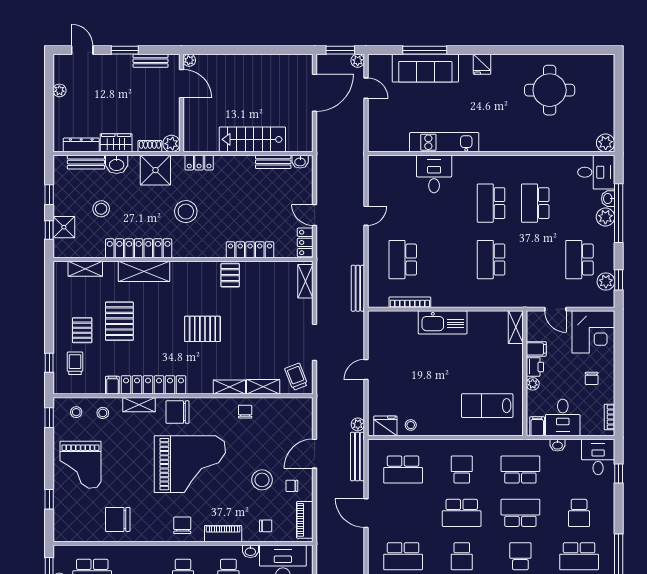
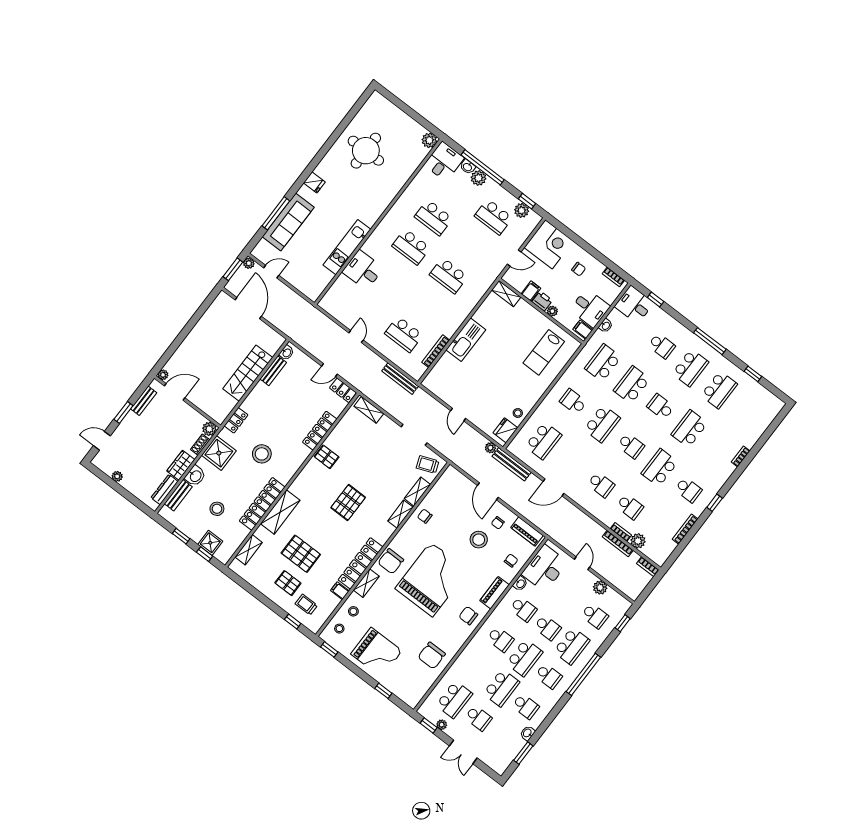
school desk: (403, 556) -> (601, 485), width x0.54

